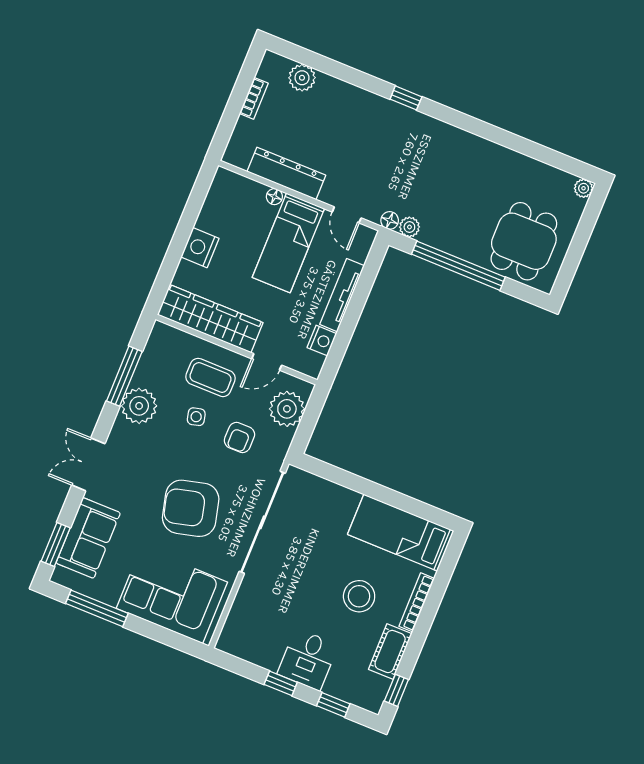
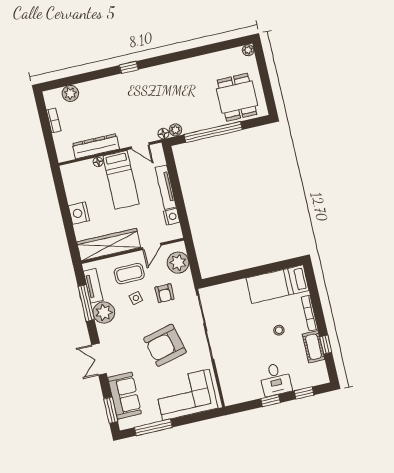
tv unit: (150, 360) -> (93, 286), added
stool: (359, 596) -> (279, 330), width x0.53, depth x0.53
window: (396, 690) -> (326, 345), moved

